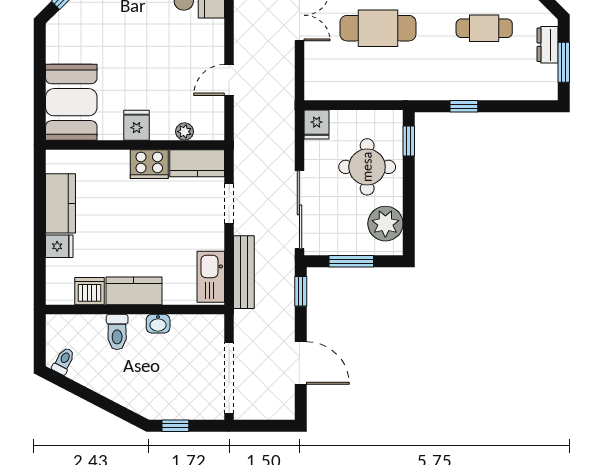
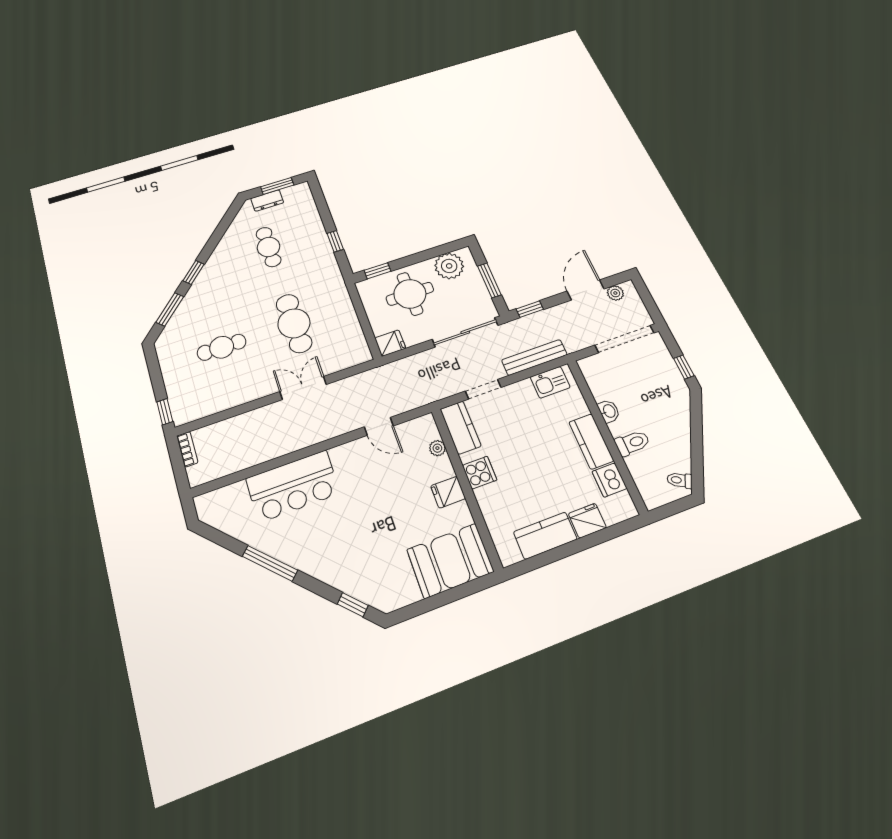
cooker: (149, 164) -> (480, 473), width x0.73
fridge: (59, 246) -> (587, 521), width x1.38
kitchen sink: (211, 277) -> (550, 382), width x0.73
plant: (285, 394) -> (615, 293), added

